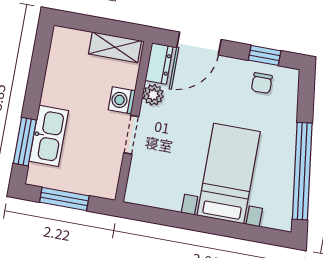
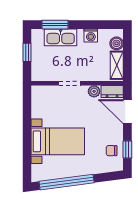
boiler: (77, 41) -> (116, 43), added
washing machine: (122, 100) -> (91, 35), moved, turned 180
window: (64, 199) -> (27, 52), width x0.67

